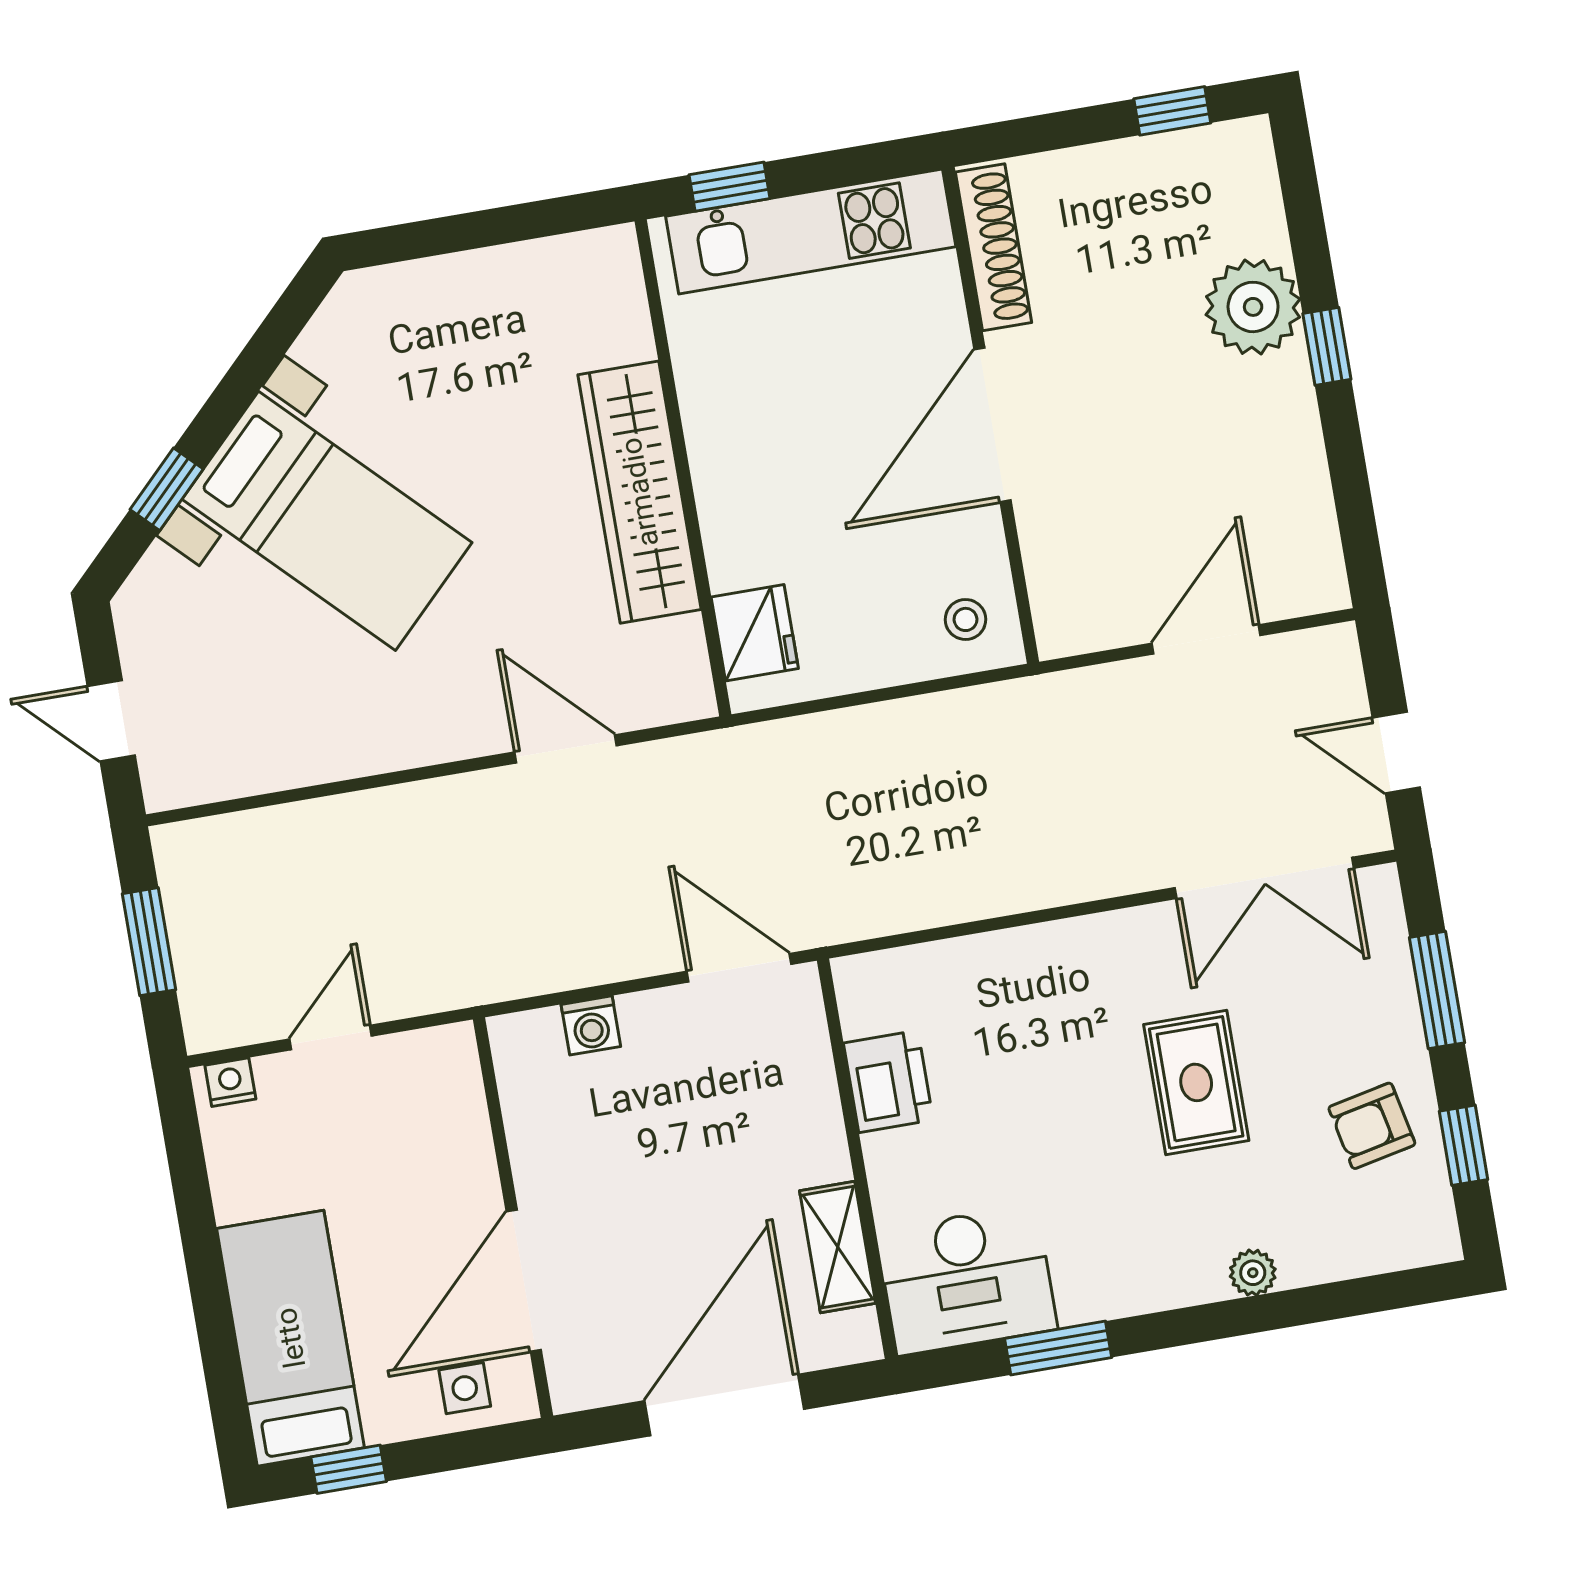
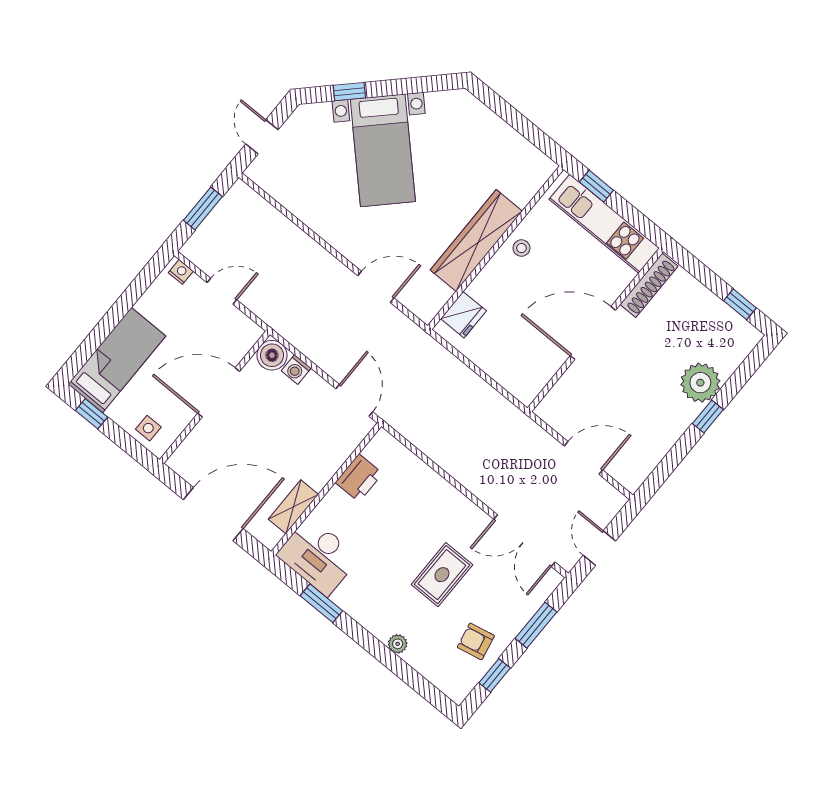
stool: (965, 619) -> (521, 248), moved
door: (566, 749) -> (376, 287), hinge flipped
boiler: (527, 1047) -> (272, 355), added
door: (524, 1281) -> (219, 392), moved

